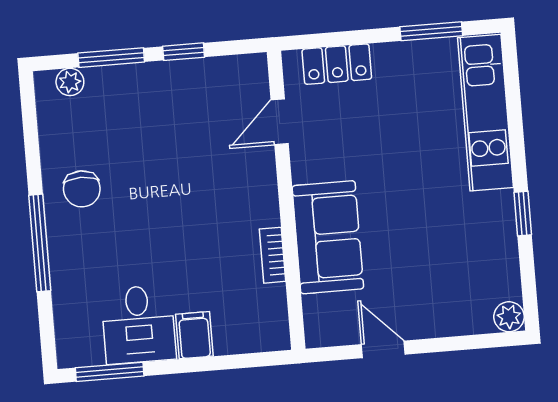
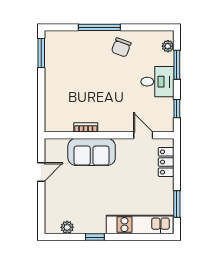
window: (184, 52) -> (177, 109), moved
chair: (82, 189) -> (121, 47), turned -70
plant: (509, 317) -> (67, 227), moved
desk: (139, 324) -> (157, 82), moved, turned 180
filing cabinet: (194, 335) -> (54, 91), removed

